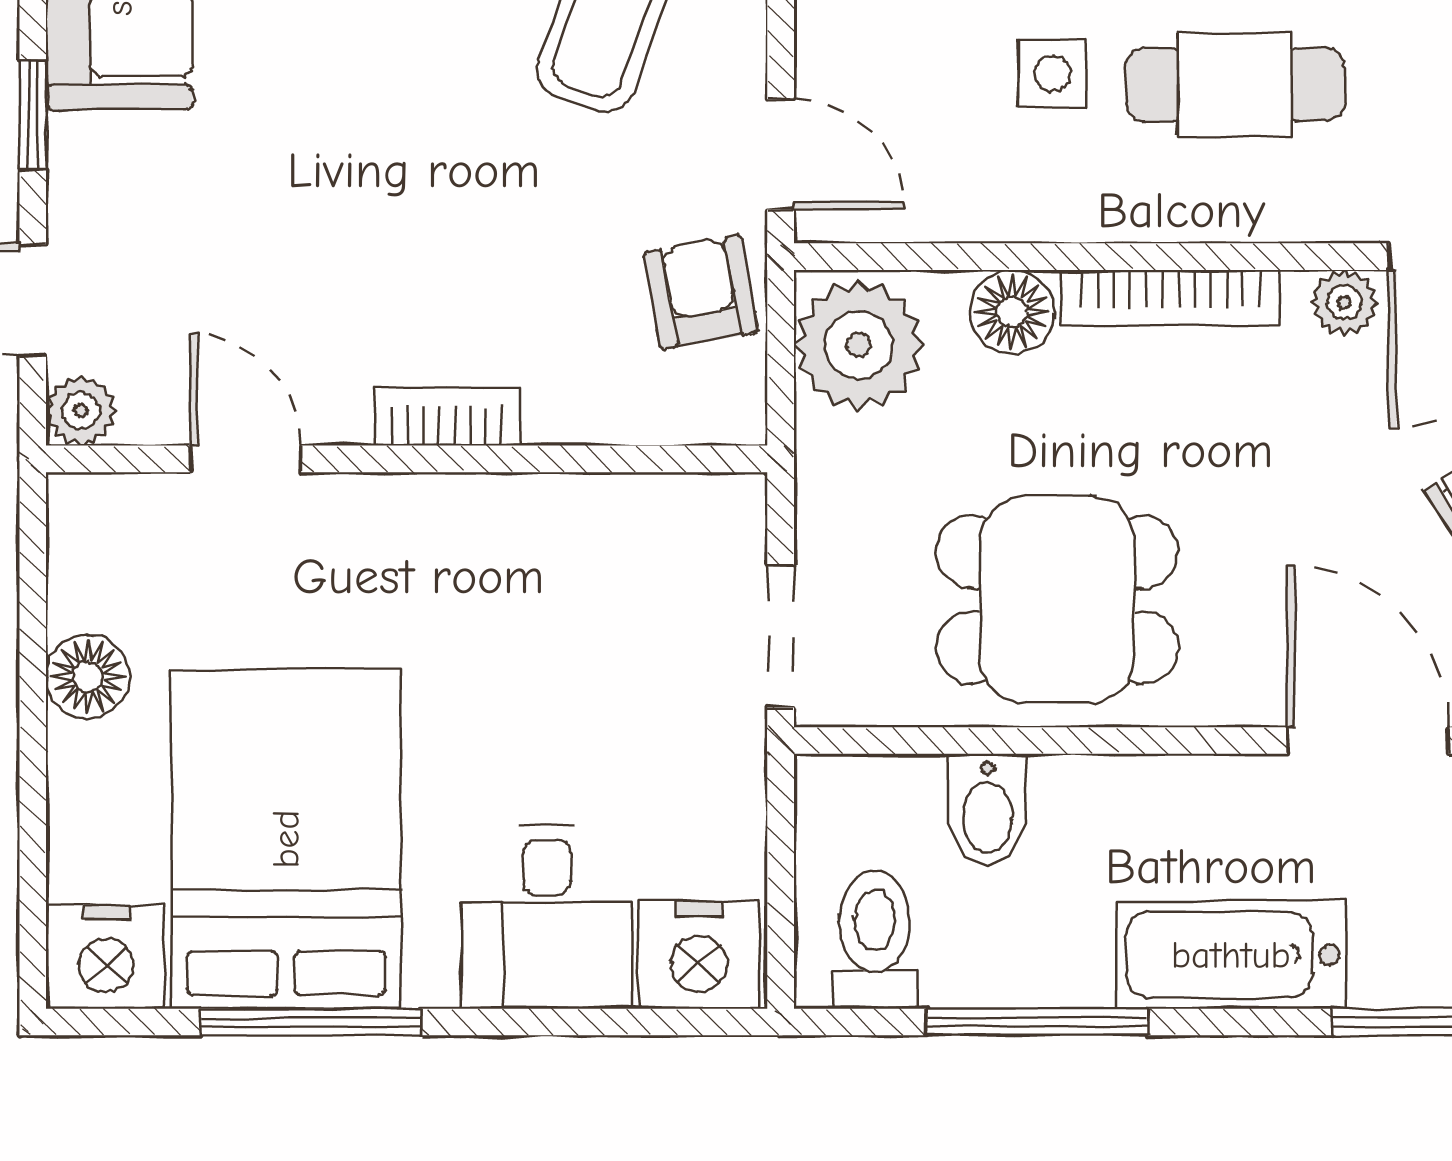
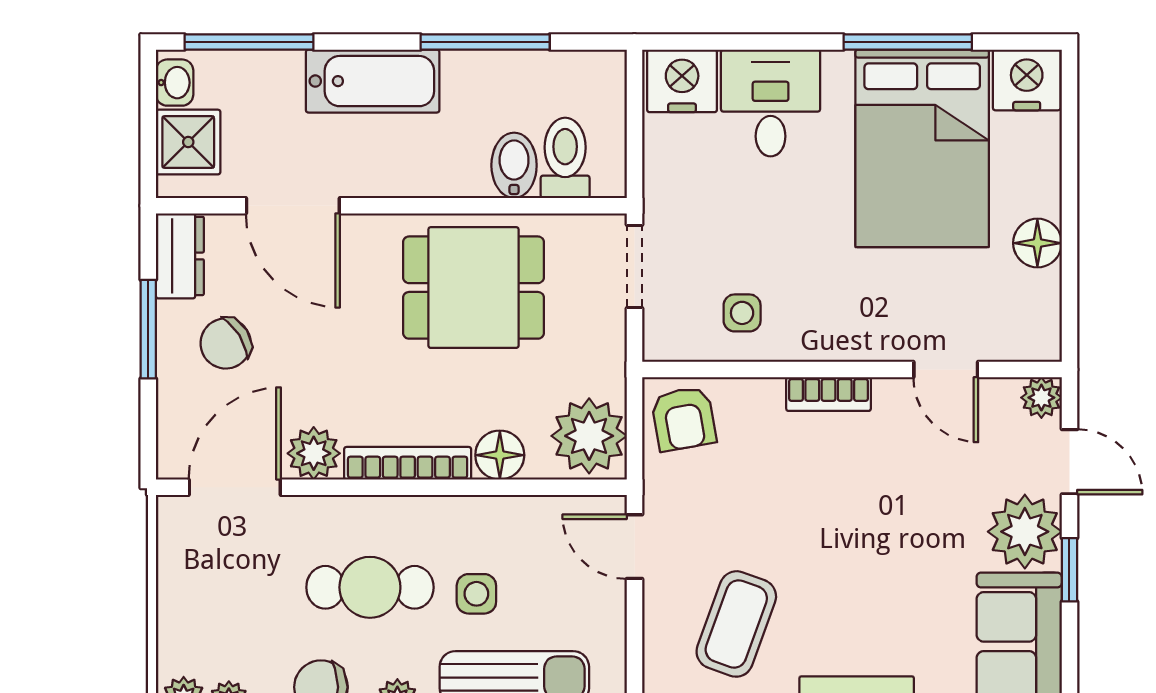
plant: (110, 180) -> (1025, 532), added
armchair: (701, 292) -> (684, 419), moved
plant: (1344, 303) -> (314, 453), width x1.38, depth x1.38
side table: (596, 556) -> (742, 313), added
toilet: (875, 940) -> (565, 158), moved, turned 180

